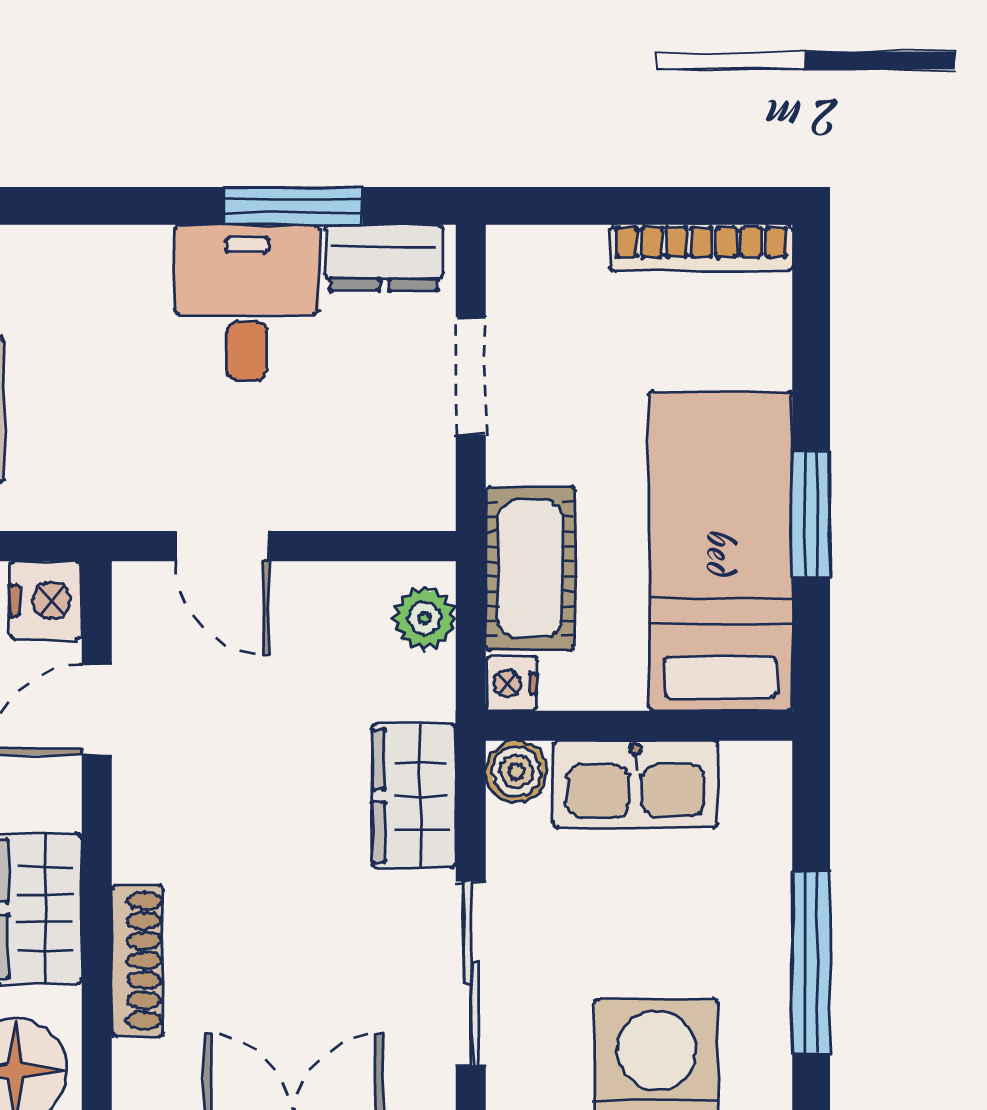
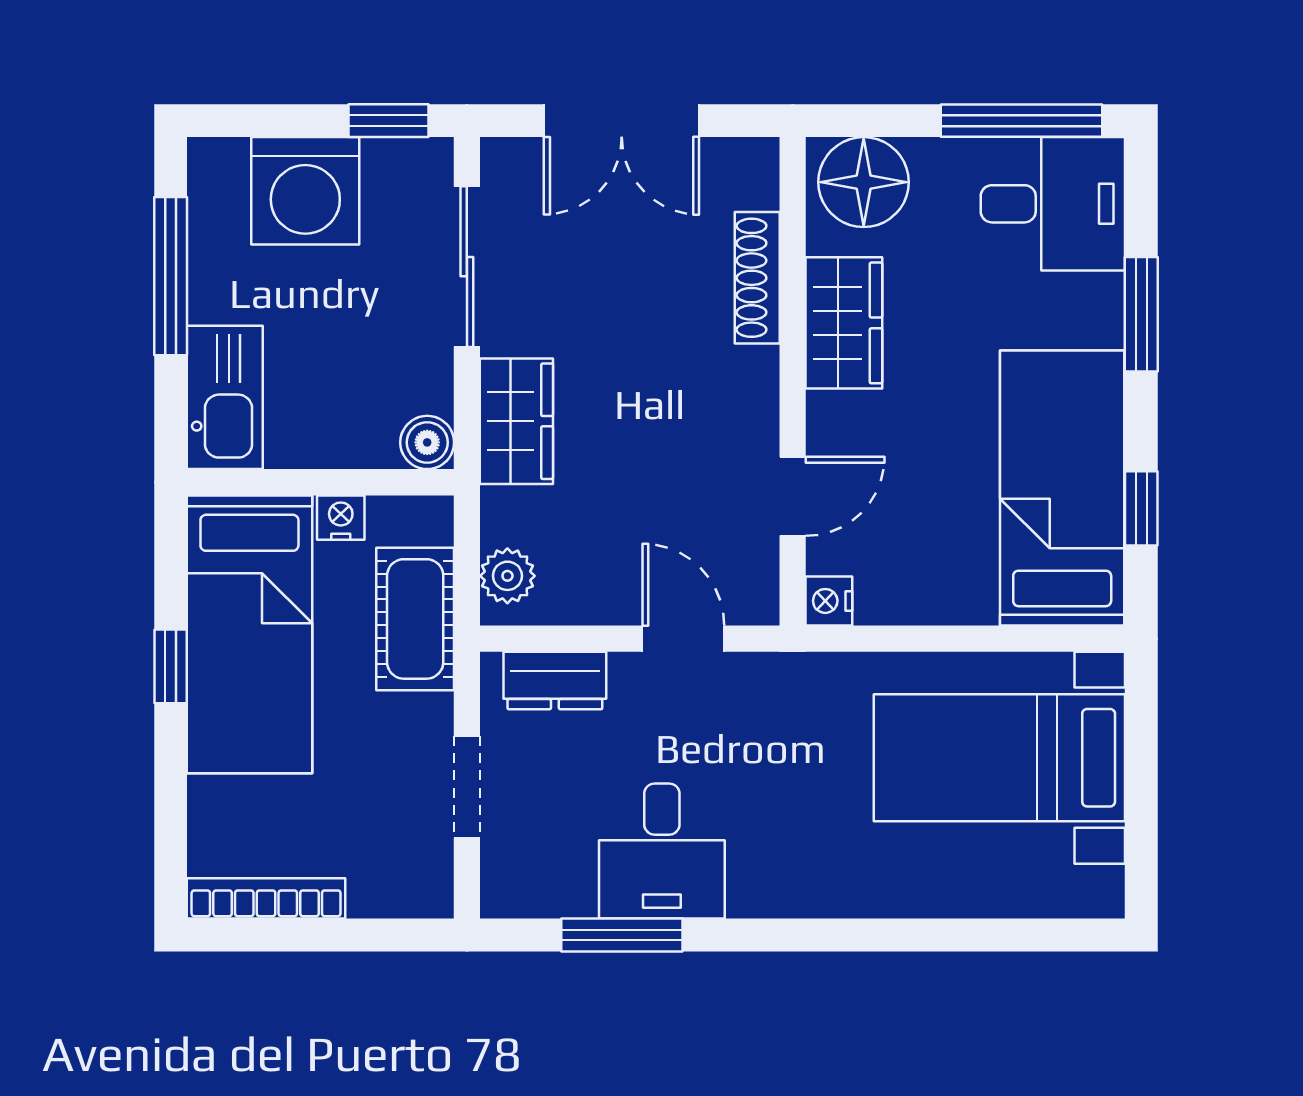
dresser: (384, 258) -> (555, 680), moved, turned 180
window: (811, 514) -> (171, 666), width x0.67
nightstand: (46, 600) -> (829, 601), width x0.72, depth x0.74
nightstand: (511, 684) -> (341, 518), moved, turned -90
kitchen sink: (636, 784) -> (225, 397), moved, turned 90

